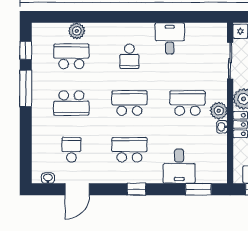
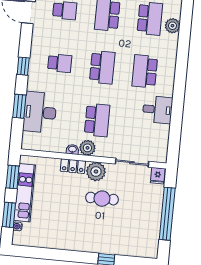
school desk: (129, 56) -> (145, 71), width x1.85
school desk: (129, 150) -> (60, 63), width x0.54
desk: (179, 166) -> (40, 112), width x1.37
window: (198, 189) -> (19, 106), moved

